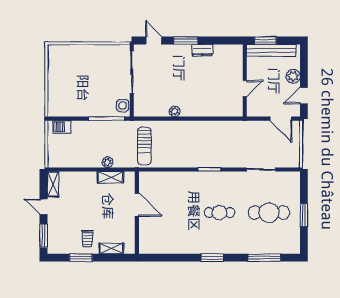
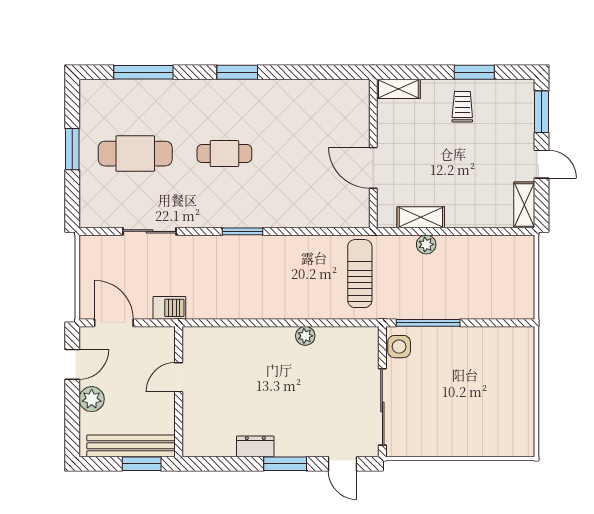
barbecue: (62, 127) -> (169, 308), moved
shelving: (111, 248) -> (398, 89), moved

